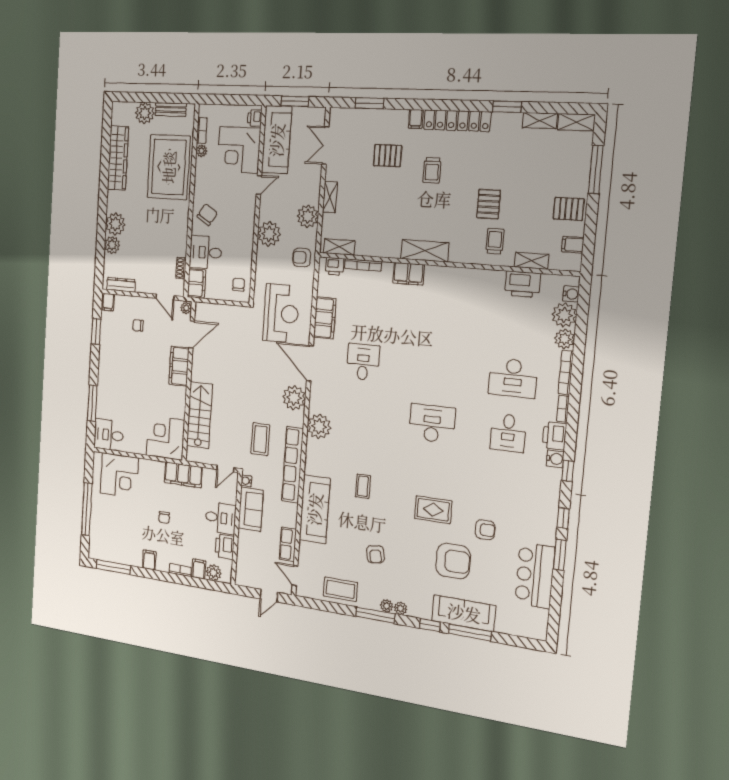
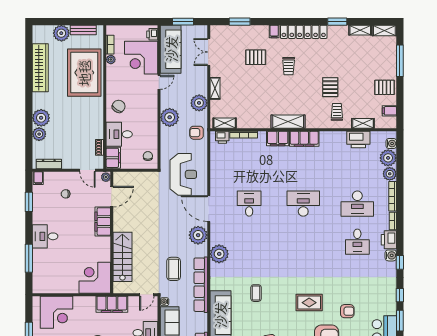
filing cabinet: (325, 318) -> (304, 139), moved, turned 90
desk: (432, 423) -> (303, 204), moved
desk: (109, 435) -> (45, 236), moved

